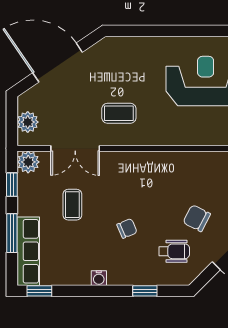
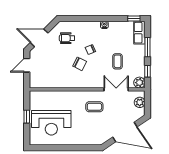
chair: (197, 218) -> (80, 64), moved
row of seats: (28, 251) -> (139, 33), width x0.68
window: (145, 291) -> (81, 19), removed

